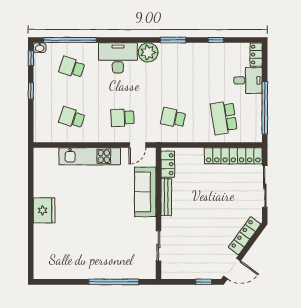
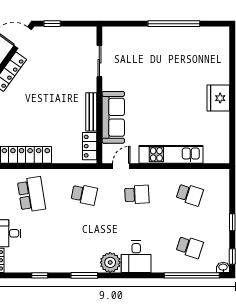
desk: (118, 58) -> (136, 257), width x0.73
window: (114, 282) -> (174, 24), moved

